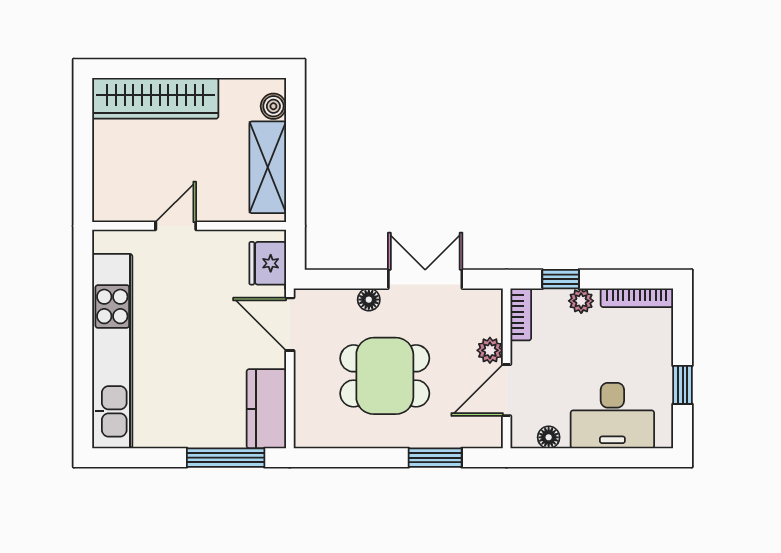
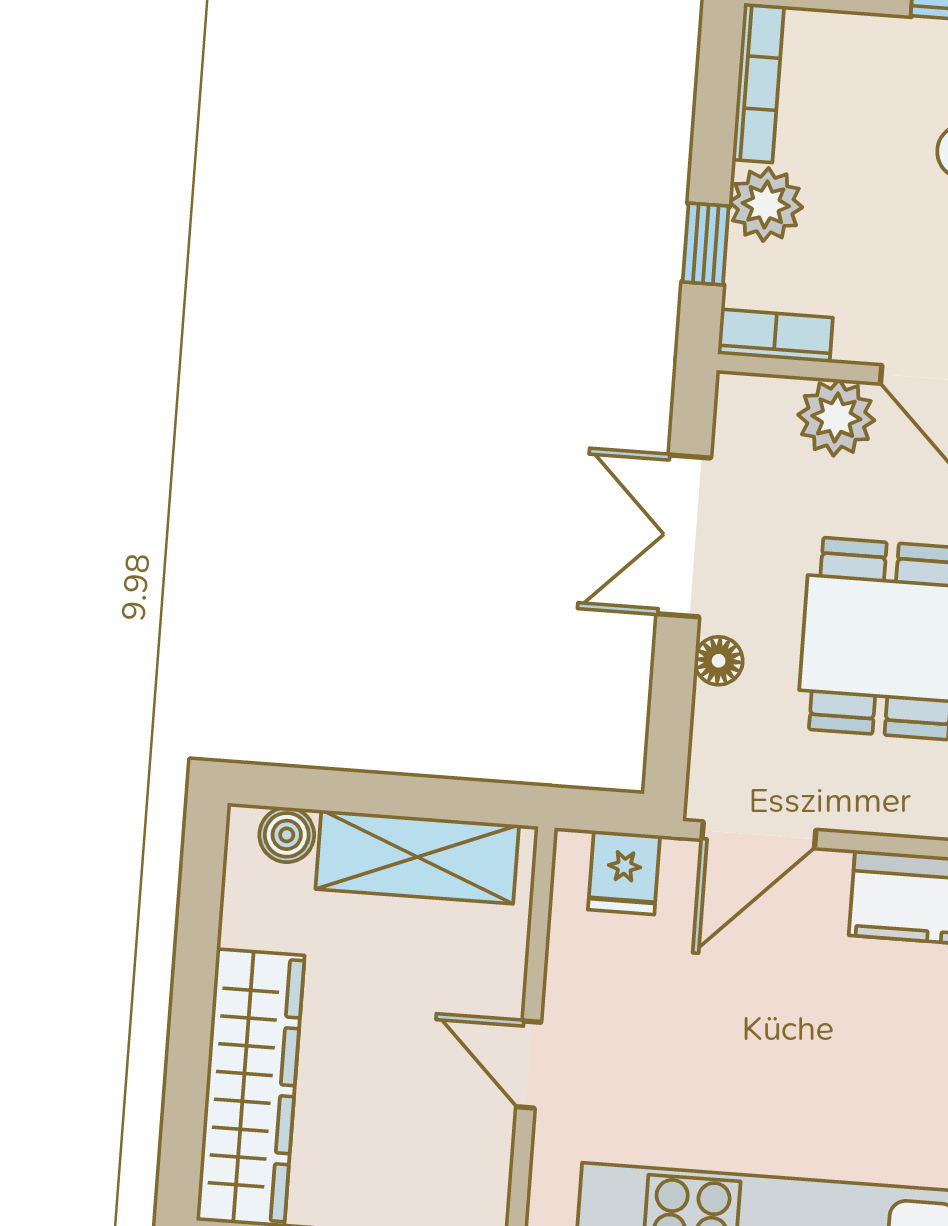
fridge: (268, 263) -> (624, 873), width x0.72
plant: (581, 301) -> (766, 205), width x1.38, depth x1.38
plant: (490, 350) -> (836, 418), width x1.38, depth x1.38

